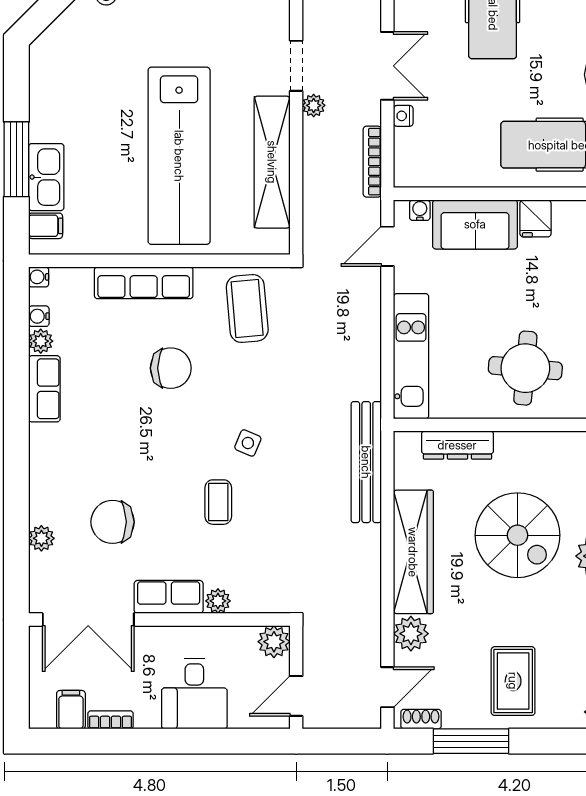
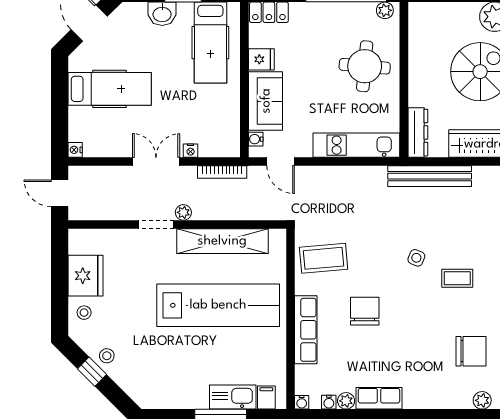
dresser: (457, 445) -> (418, 133), moved
chair: (113, 522) -> (471, 351), turned -90

